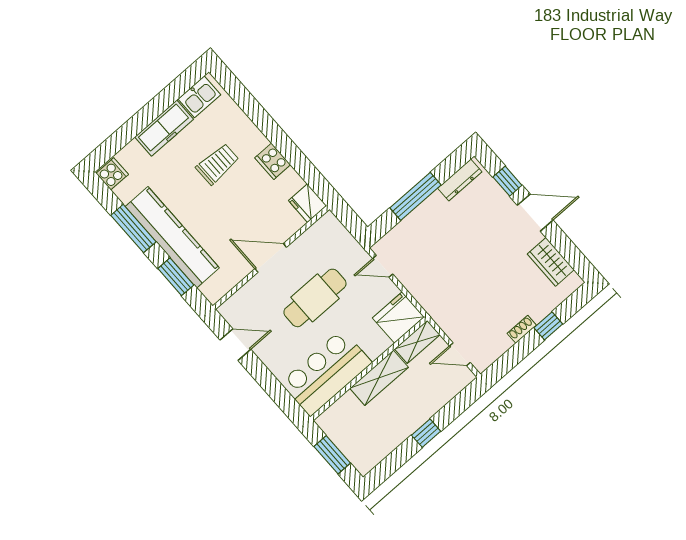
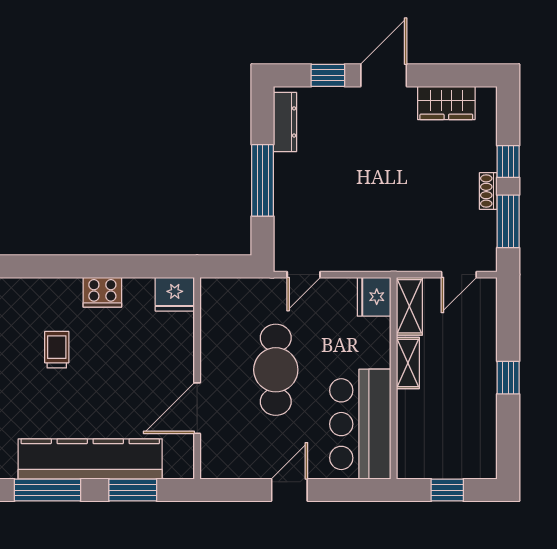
trolley: (217, 164) -> (57, 350), width x0.73, depth x0.72
door: (271, 258) -> (197, 408), moved
fridge: (398, 317) -> (374, 297), width x0.73, depth x0.75
door: (235, 345) -> (289, 490), moved
window: (514, 356) -> (508, 221), added
shelving: (379, 378) -> (408, 363), width x0.67, depth x0.75
window: (332, 455) -> (447, 490), width x0.67

